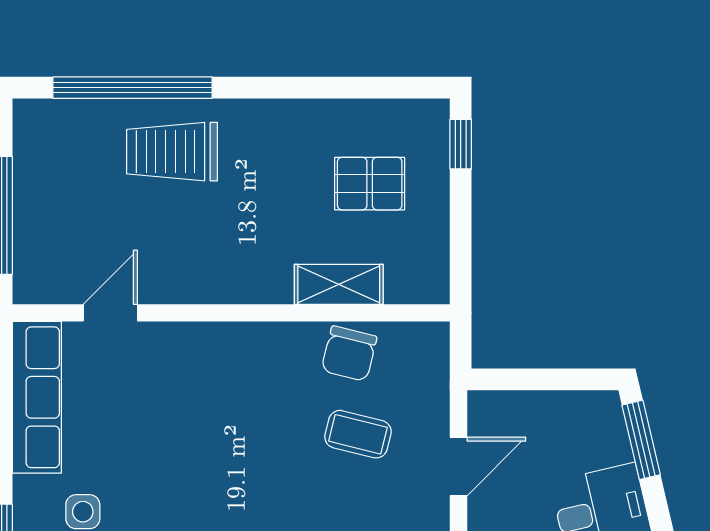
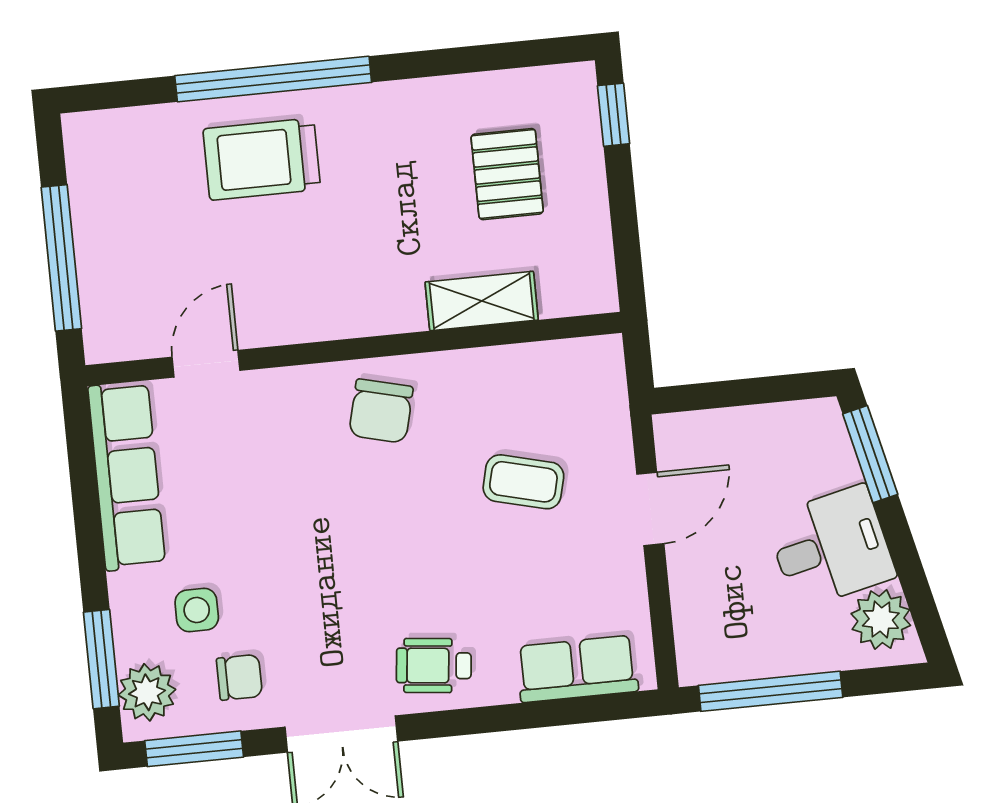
window: (132, 88) -> (273, 79), moved
pallet: (370, 184) -> (507, 174), turned 90
chair: (349, 354) -> (381, 411), moved

